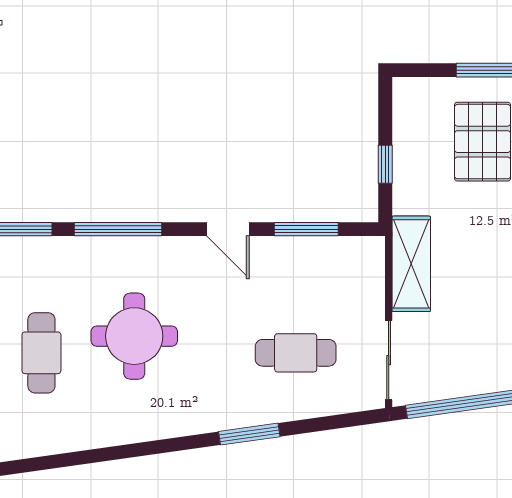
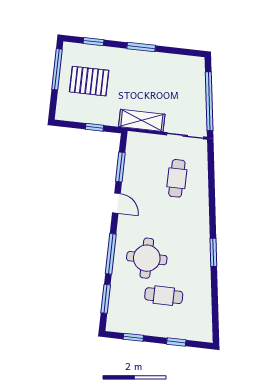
door: (228, 229) -> (116, 203), hinge flipped
round table: (134, 336) -> (147, 258), moved
window: (249, 434) -> (213, 252), moved

